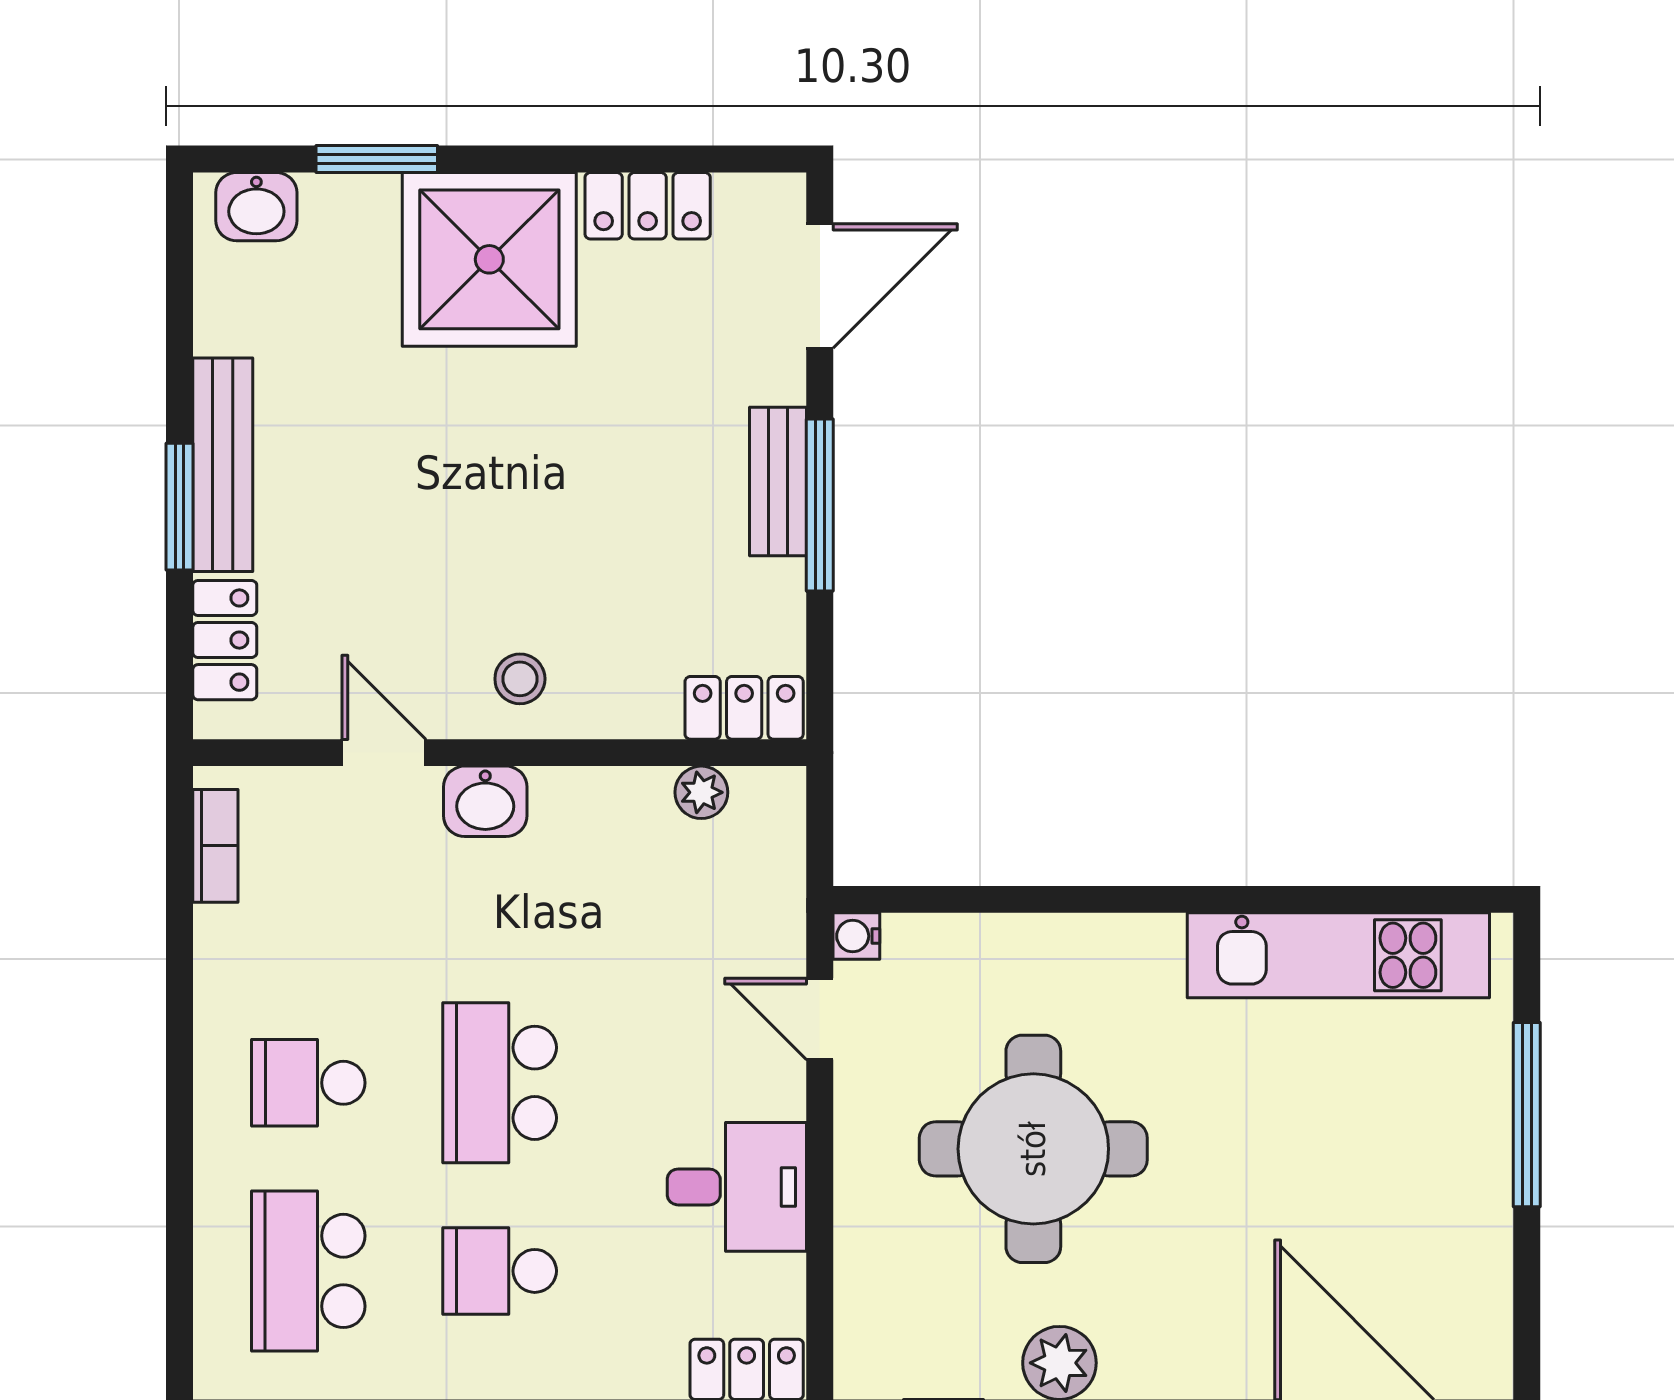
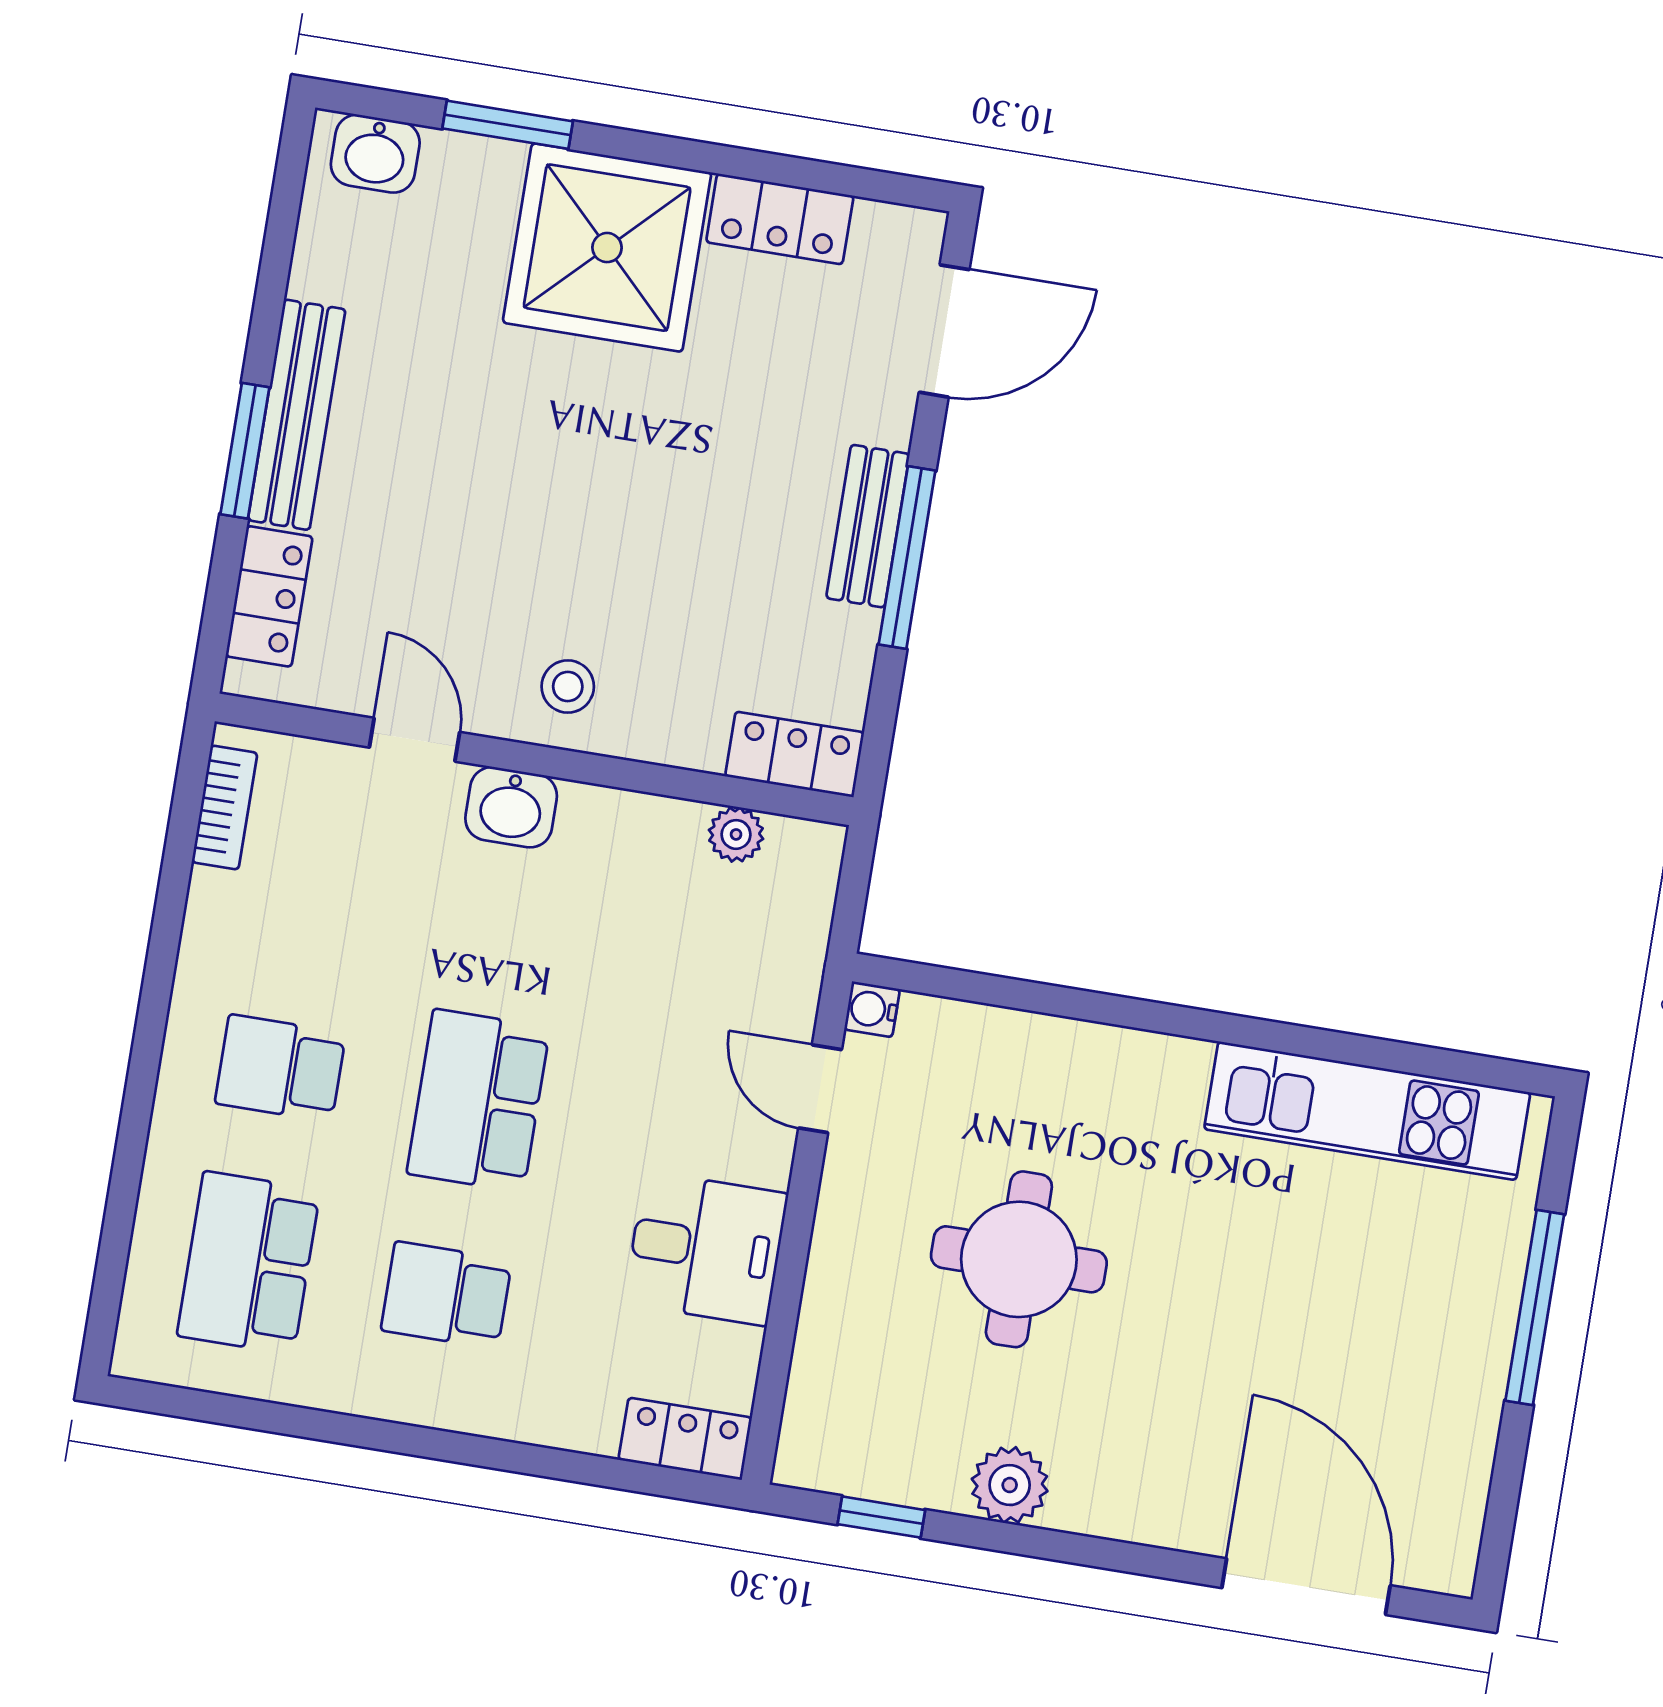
round table: (1033, 1149) -> (1019, 1259), width x0.73, depth x0.73

